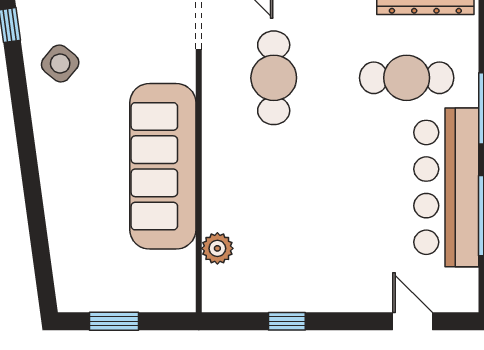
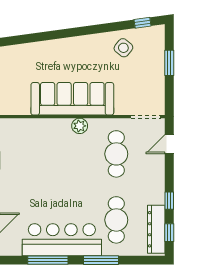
cafe table: (274, 78) -> (116, 154), turned 90
plant: (217, 248) -> (80, 126), moved

